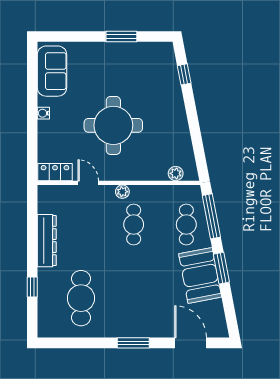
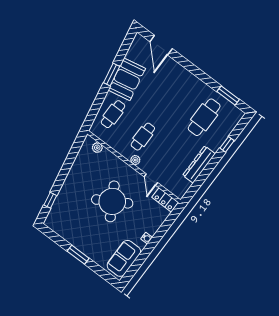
window: (121, 37) -> (78, 255), moved
round table: (113, 125) -> (112, 201), turned -30
window: (211, 216) -> (95, 108), removed
window: (133, 343) -> (228, 96), moved

